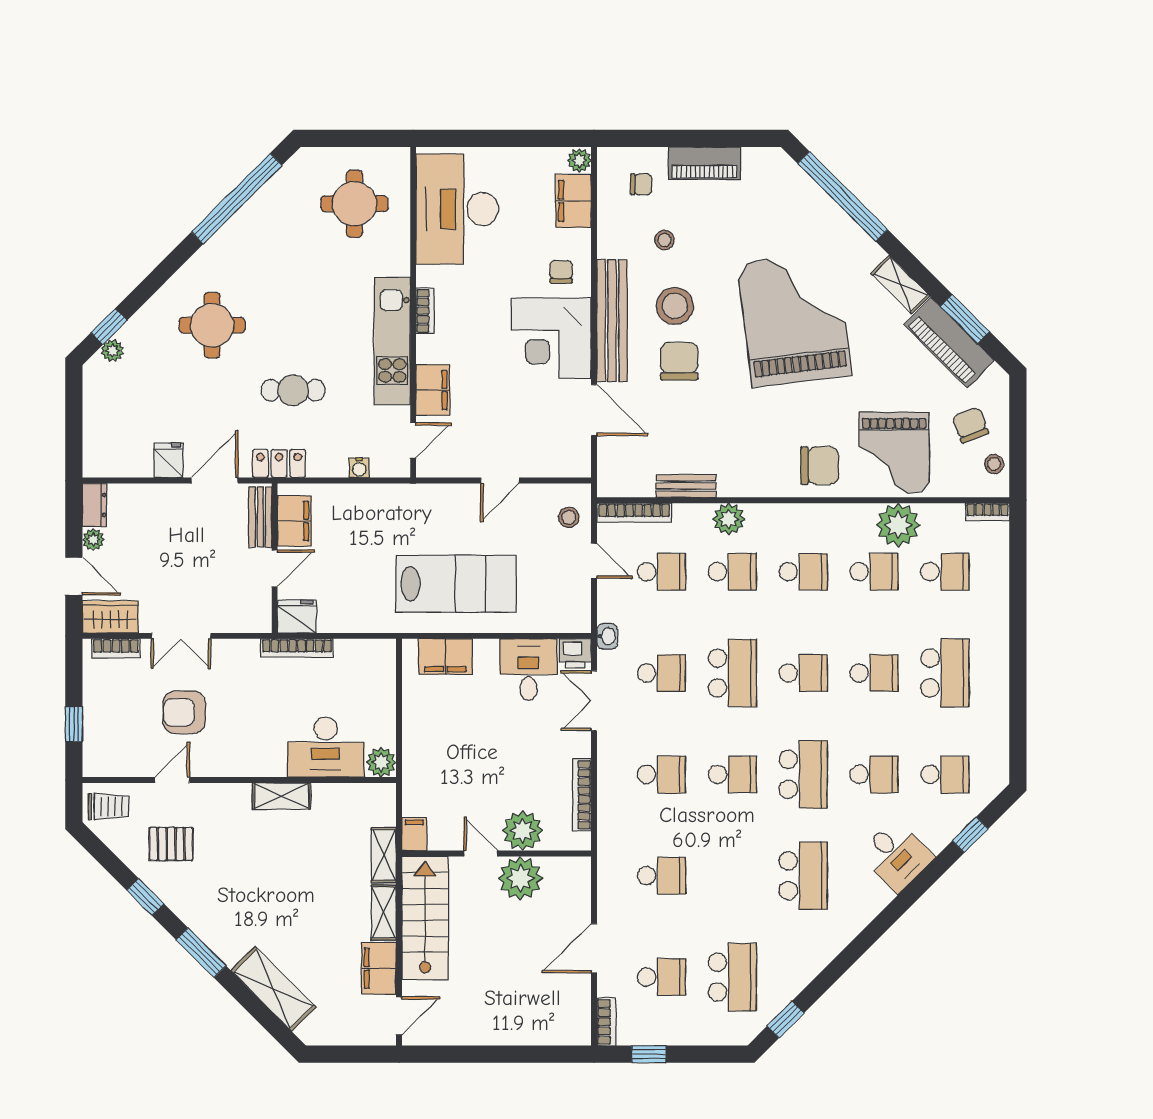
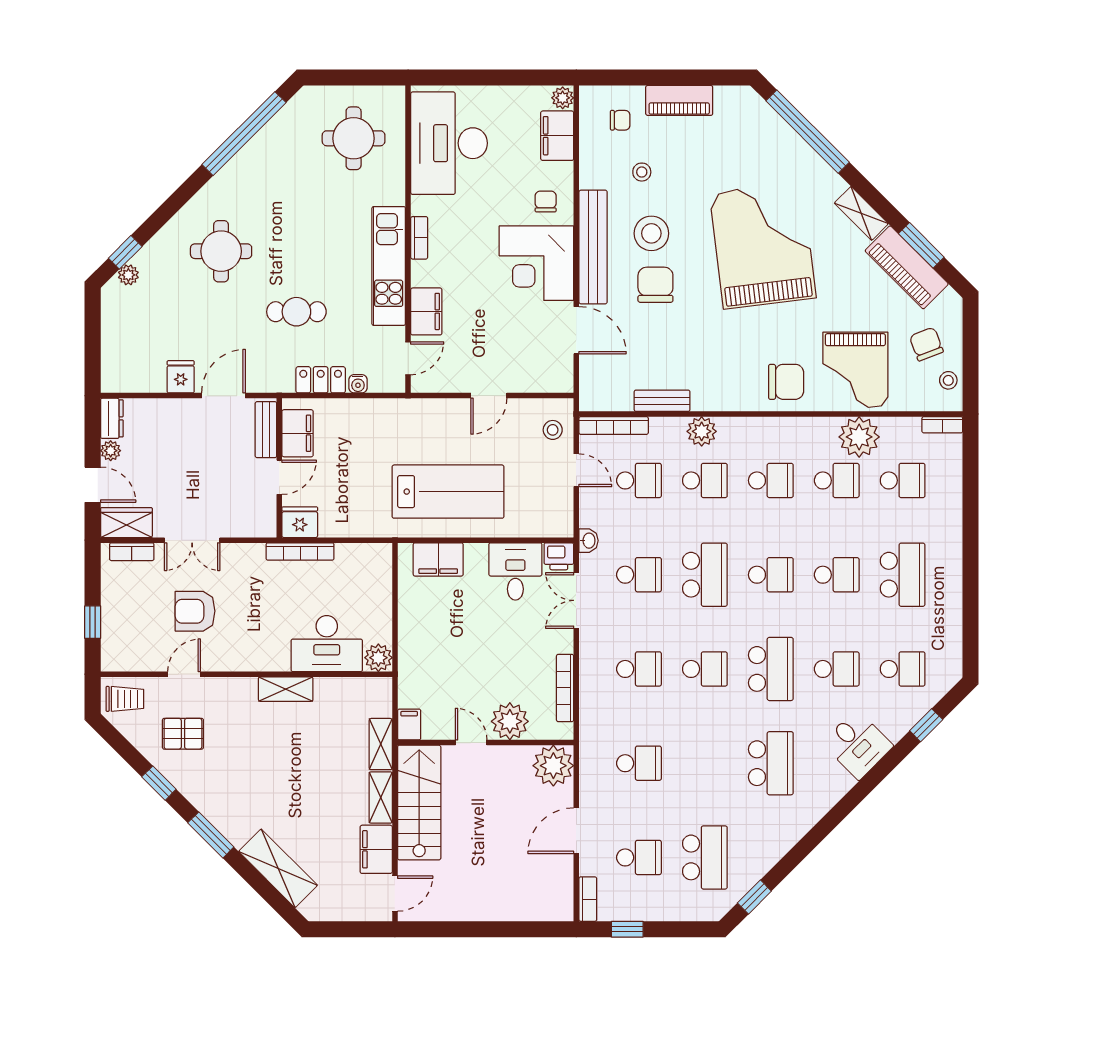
locker: (279, 463) -> (321, 380), moved
plant: (520, 878) -> (553, 766), moved

